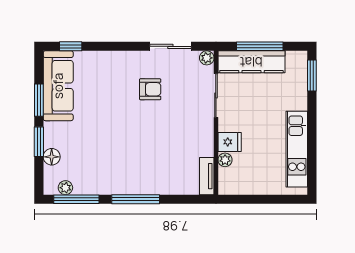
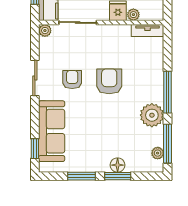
sliding door: (170, 46) -> (35, 78), moved
sofa: (58, 86) -> (52, 131), moved, turned 90
armchair: (148, 132) -> (109, 81), added
floor lamp: (52, 157) -> (118, 165), moved
plant: (109, 181) -> (152, 115), added

